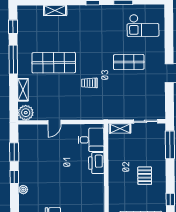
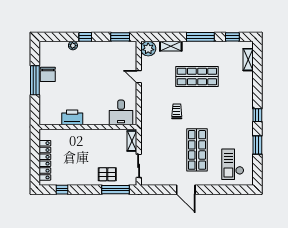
shelving: (55, 10) -> (248, 60), moved
shop shelf: (129, 62) -> (197, 150), width x1.43, depth x1.36
shop shelf: (54, 63) -> (197, 77), turned 90
window: (14, 152) -> (120, 37), moved
printer: (96, 163) -> (72, 117), moved
pallet: (145, 176) -> (107, 174), moved

